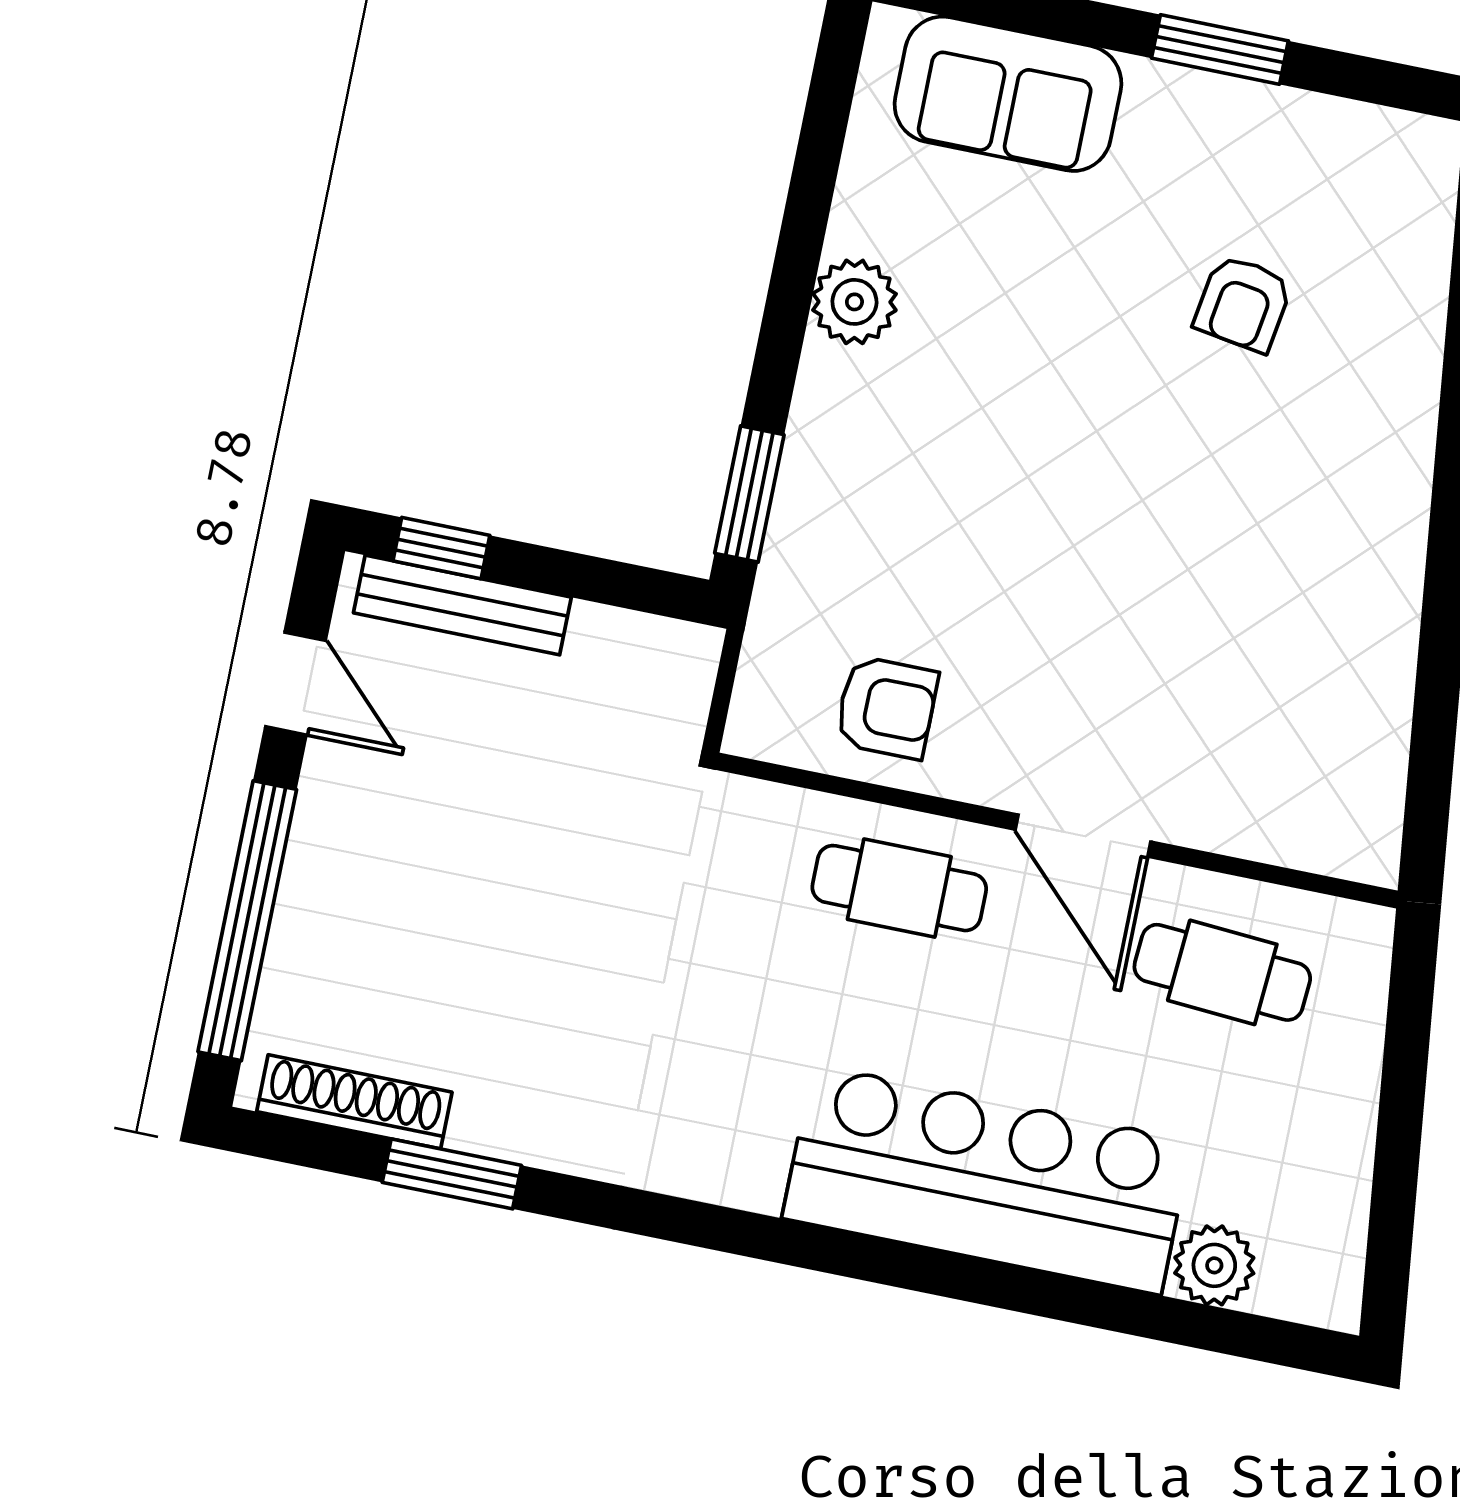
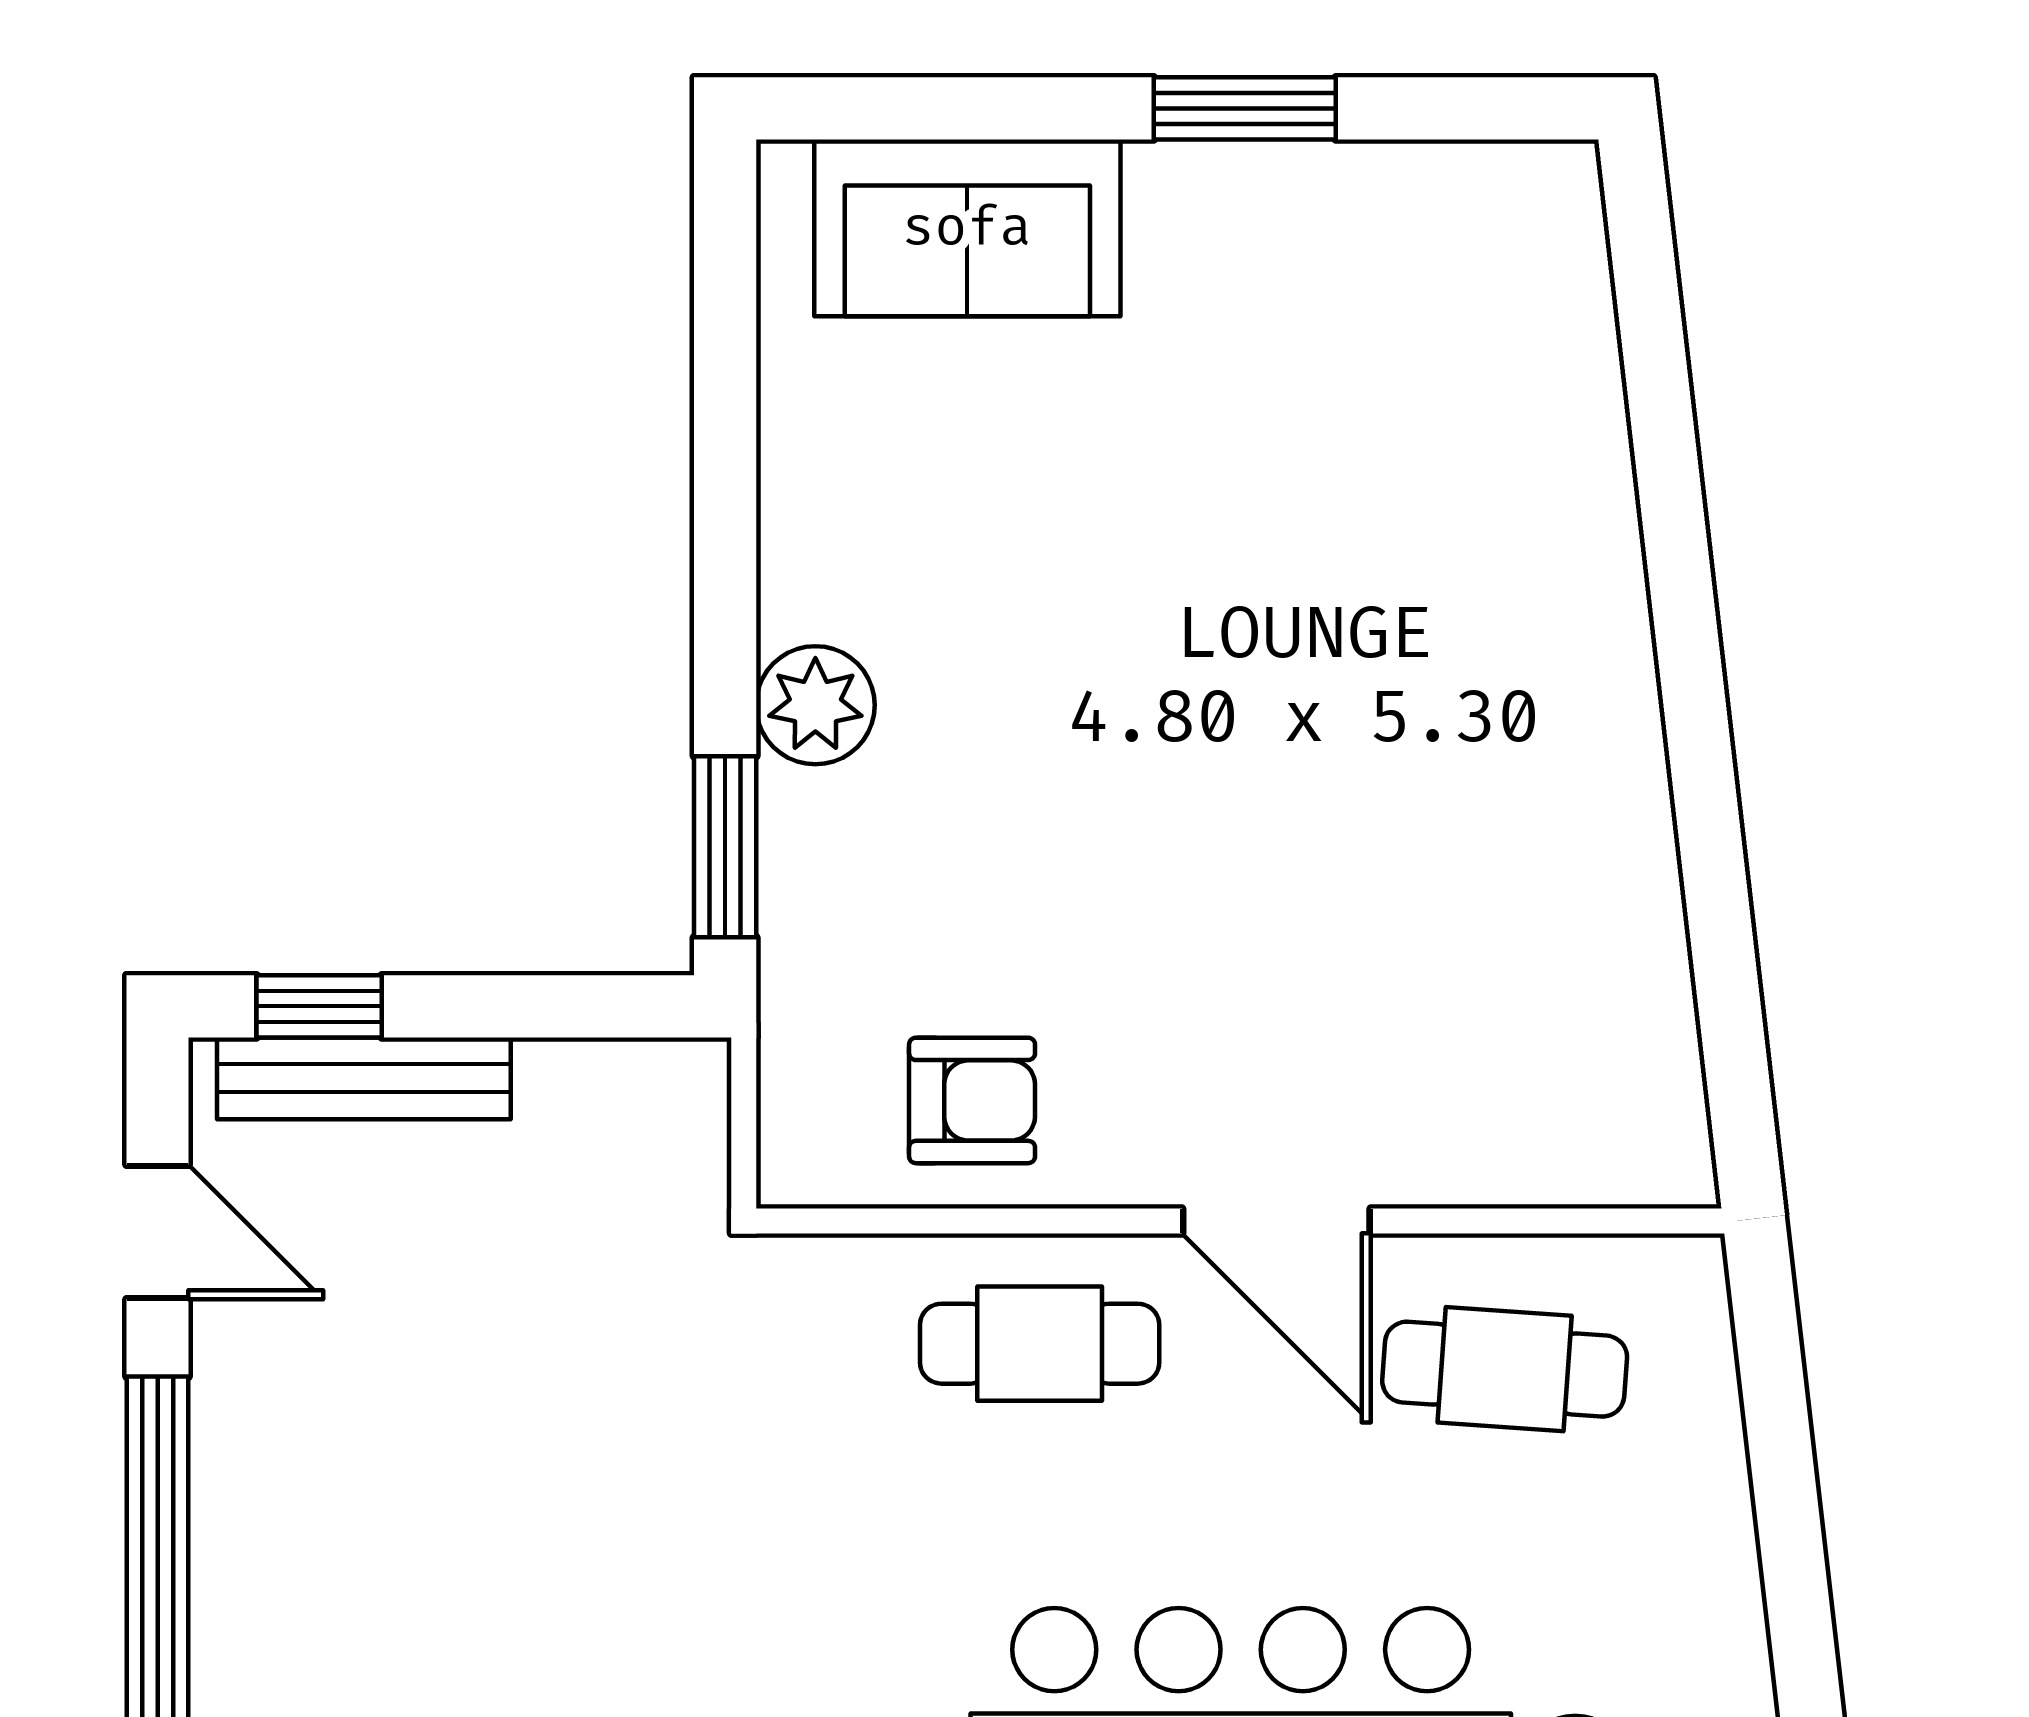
plant: (854, 302) -> (815, 705), moved
armchair: (1243, 303) -> (1347, 449), removed

